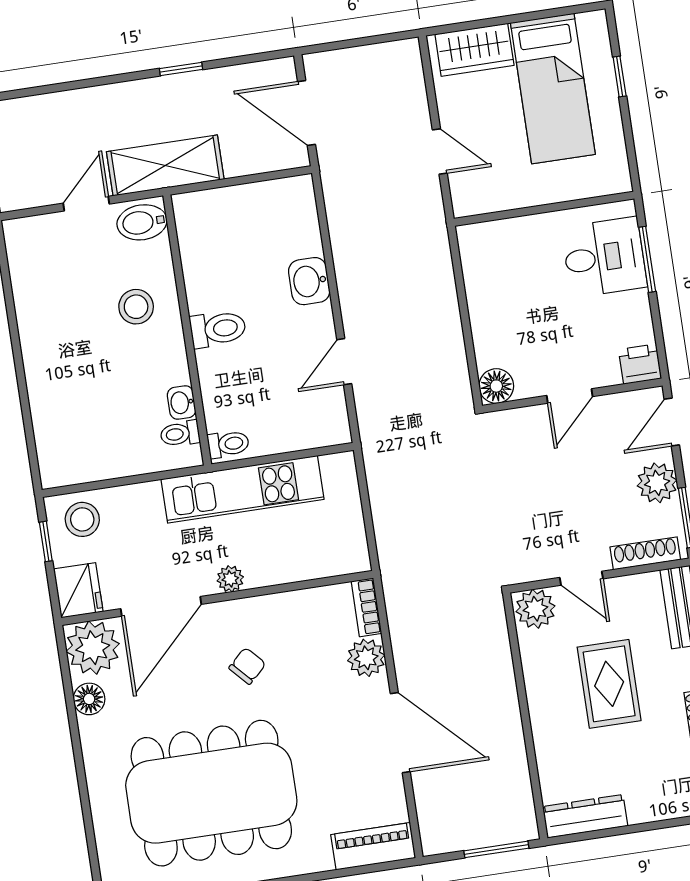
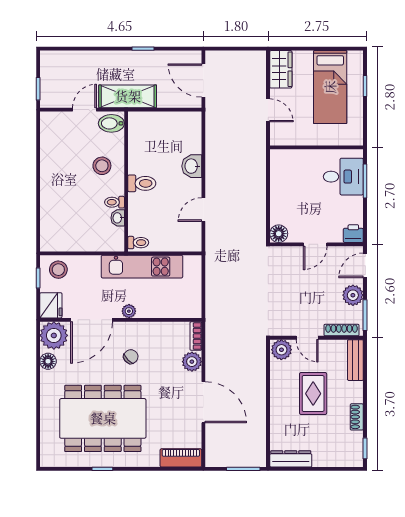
wardrobe: (474, 50) -> (281, 69), moved, turned -90
toilet: (180, 434) -> (115, 202), moved

